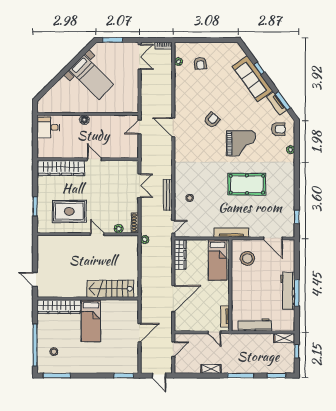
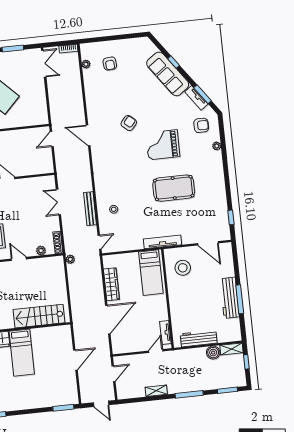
grand piano: (241, 143) -> (163, 145), turned 180
double door: (140, 186) -> (58, 202), swing flipped
wardrobe: (180, 254) -> (111, 284), moved
door: (214, 332) -> (156, 351), swing flipped
boiler: (267, 339) -> (213, 353), added

